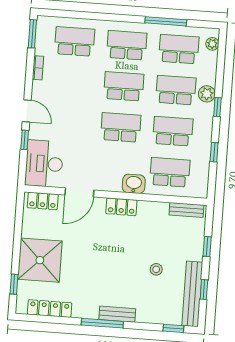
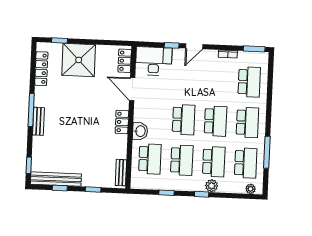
stool: (156, 269) -> (74, 150), removed

